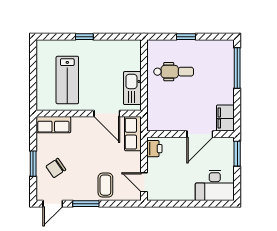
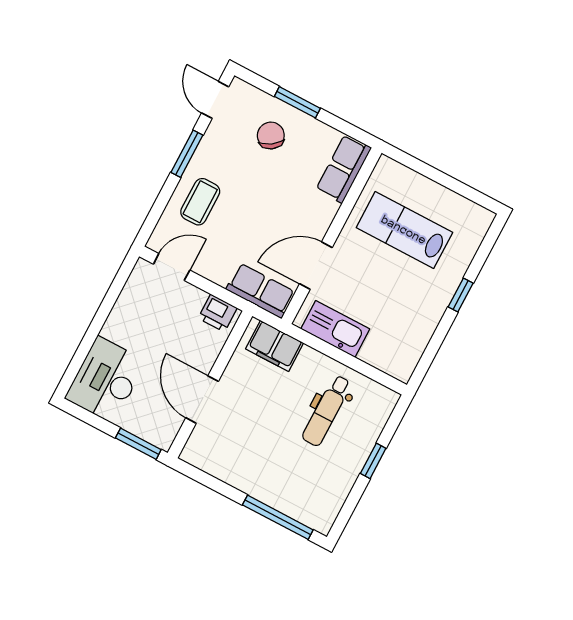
filing cabinet: (225, 118) -> (275, 346), moved, turned 180
coffee table: (105, 185) -> (200, 202), turned 90

